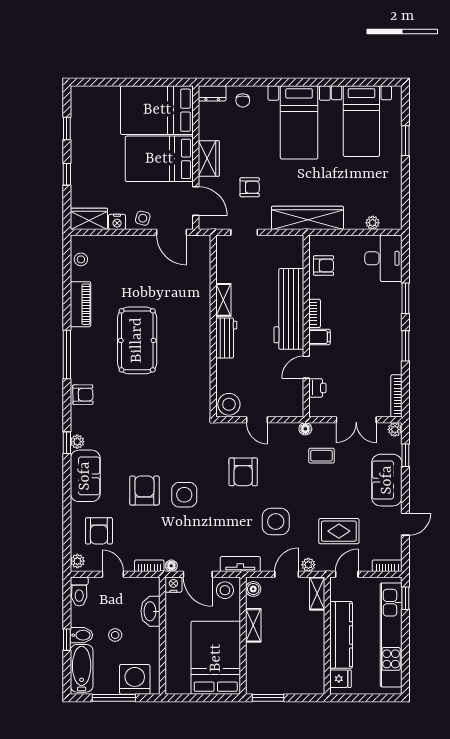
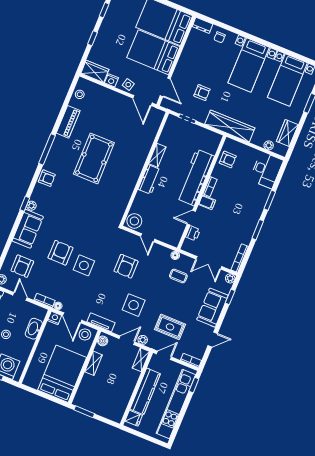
wardrobe: (209, 158) -> (287, 133), moved, turned 180

